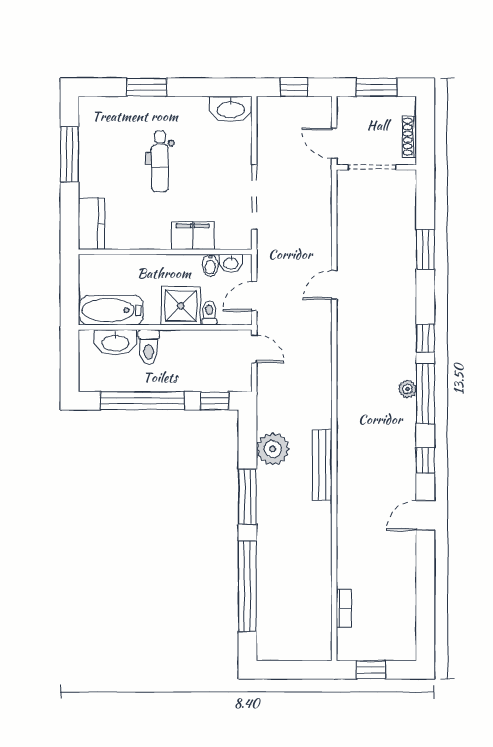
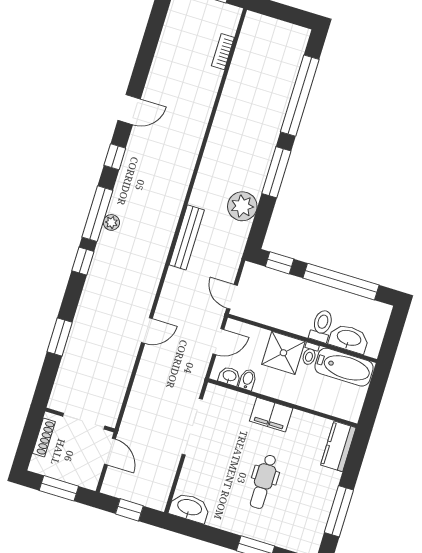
dental chair: (160, 161) -> (264, 482), turned 180
filing cabinet: (193, 236) -> (271, 415), moved
toilet: (209, 313) -> (310, 354), moved
bench: (322, 465) -> (187, 237), moved

